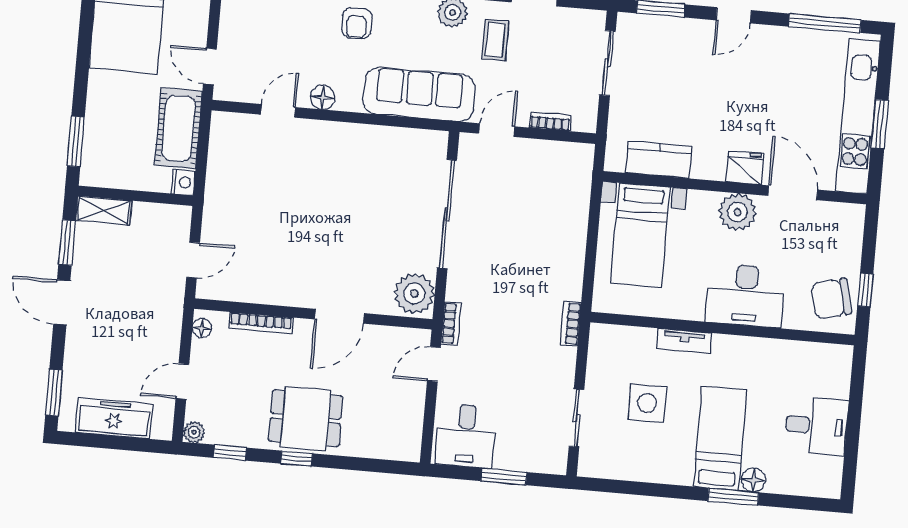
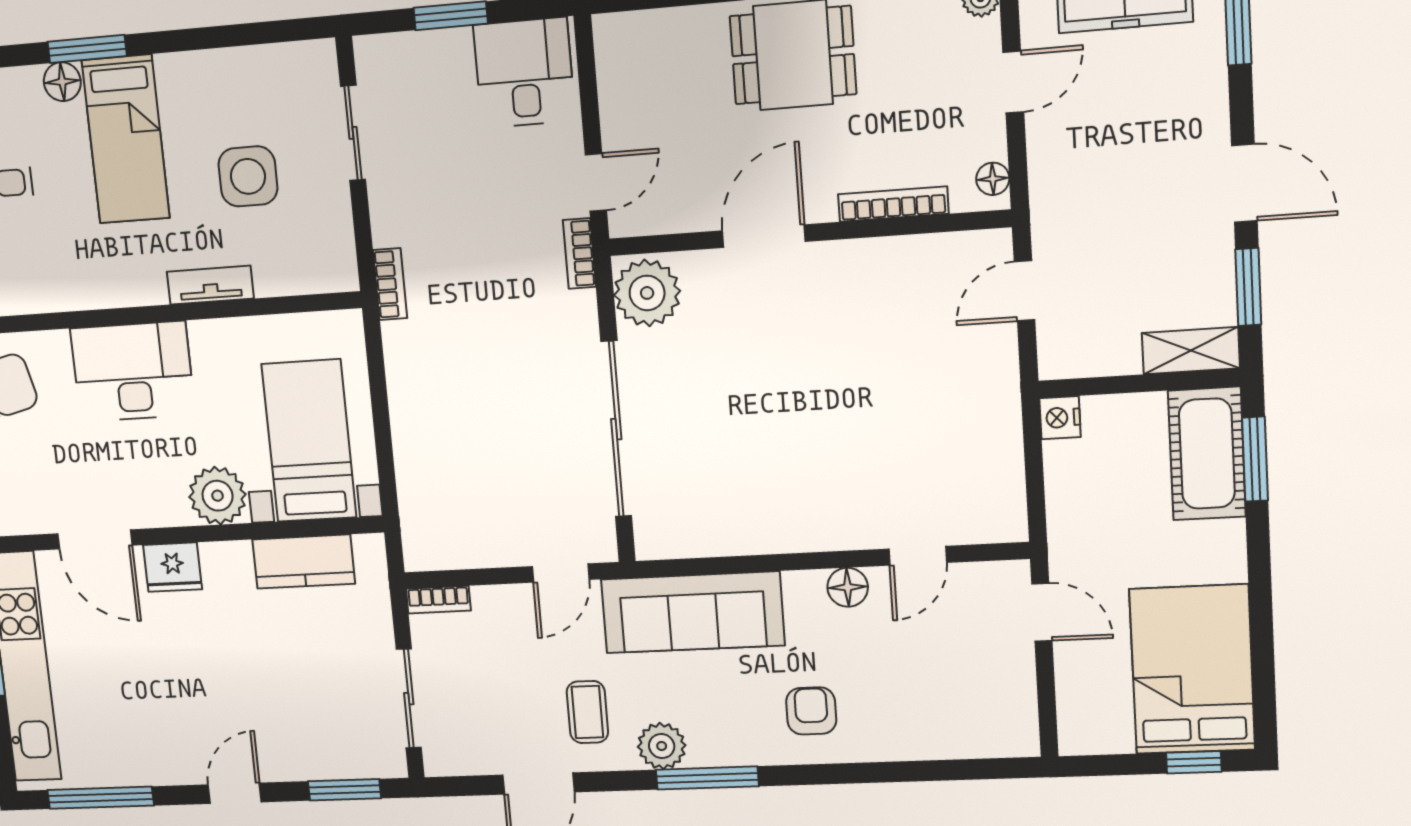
bookcase: (550, 121) -> (438, 600), moved
cot: (179, 128) -> (1207, 454), moved
plant: (737, 212) -> (218, 496), moved

